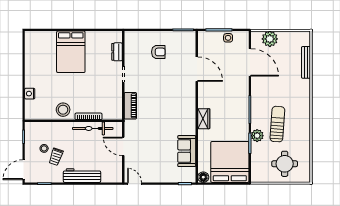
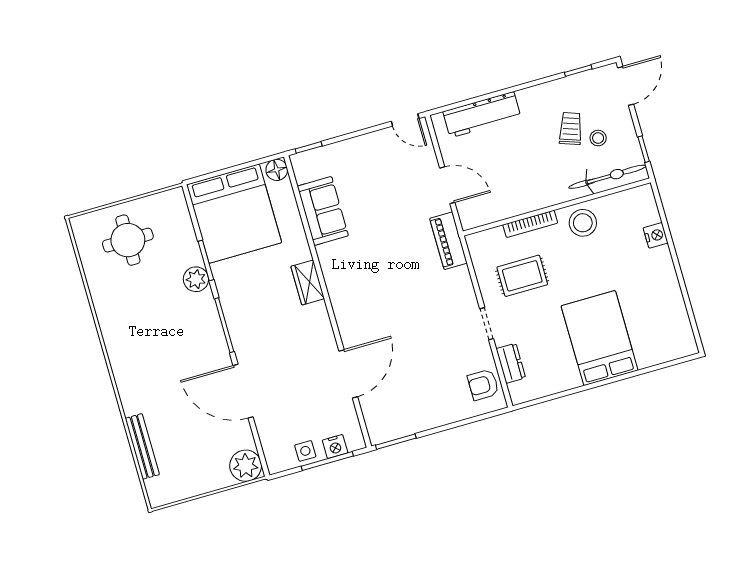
nightstand: (213, 36) -> (335, 446), added
plant: (270, 39) -> (246, 466), moved
armchair: (158, 52) -> (483, 385), moved
door: (250, 62) -> (243, 391), moved
door: (197, 69) -> (348, 374), swing flipped
rug: (100, 92) -> (522, 276), added
piano: (130, 106) -> (448, 241), moved
sun lounger: (277, 124) -> (163, 312), removed
bicycle: (93, 128) -> (607, 177), moved
workbench: (82, 176) -> (482, 115), moved

